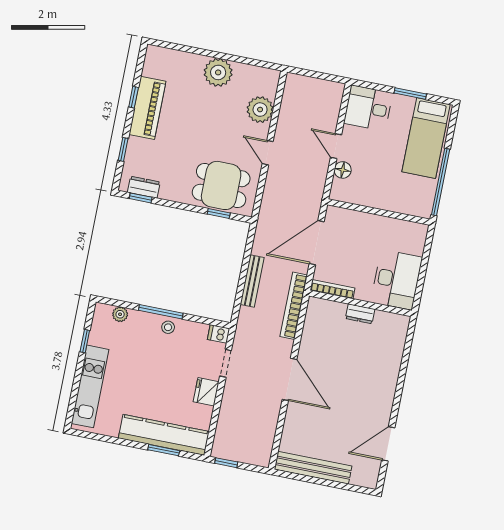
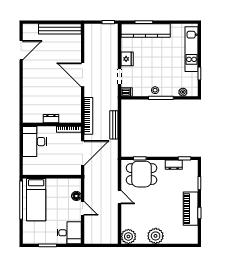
plant: (260, 110) -> (128, 236), moved
bed: (426, 138) -> (36, 200), moved, turned 180
dresser: (144, 187) -> (174, 165), moved

